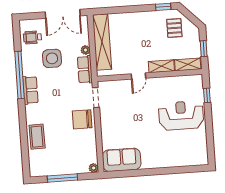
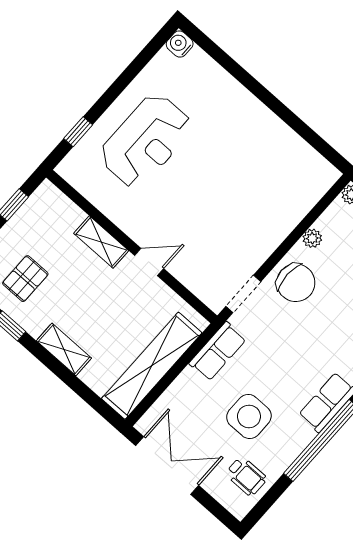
plant: (86, 50) -> (312, 238), moved
shelving: (188, 64) -> (64, 349), moved
reception desk: (181, 116) -> (146, 141), turned -90
sofa: (122, 160) -> (298, 165), removed
water cooler: (203, 160) -> (180, 44), added

